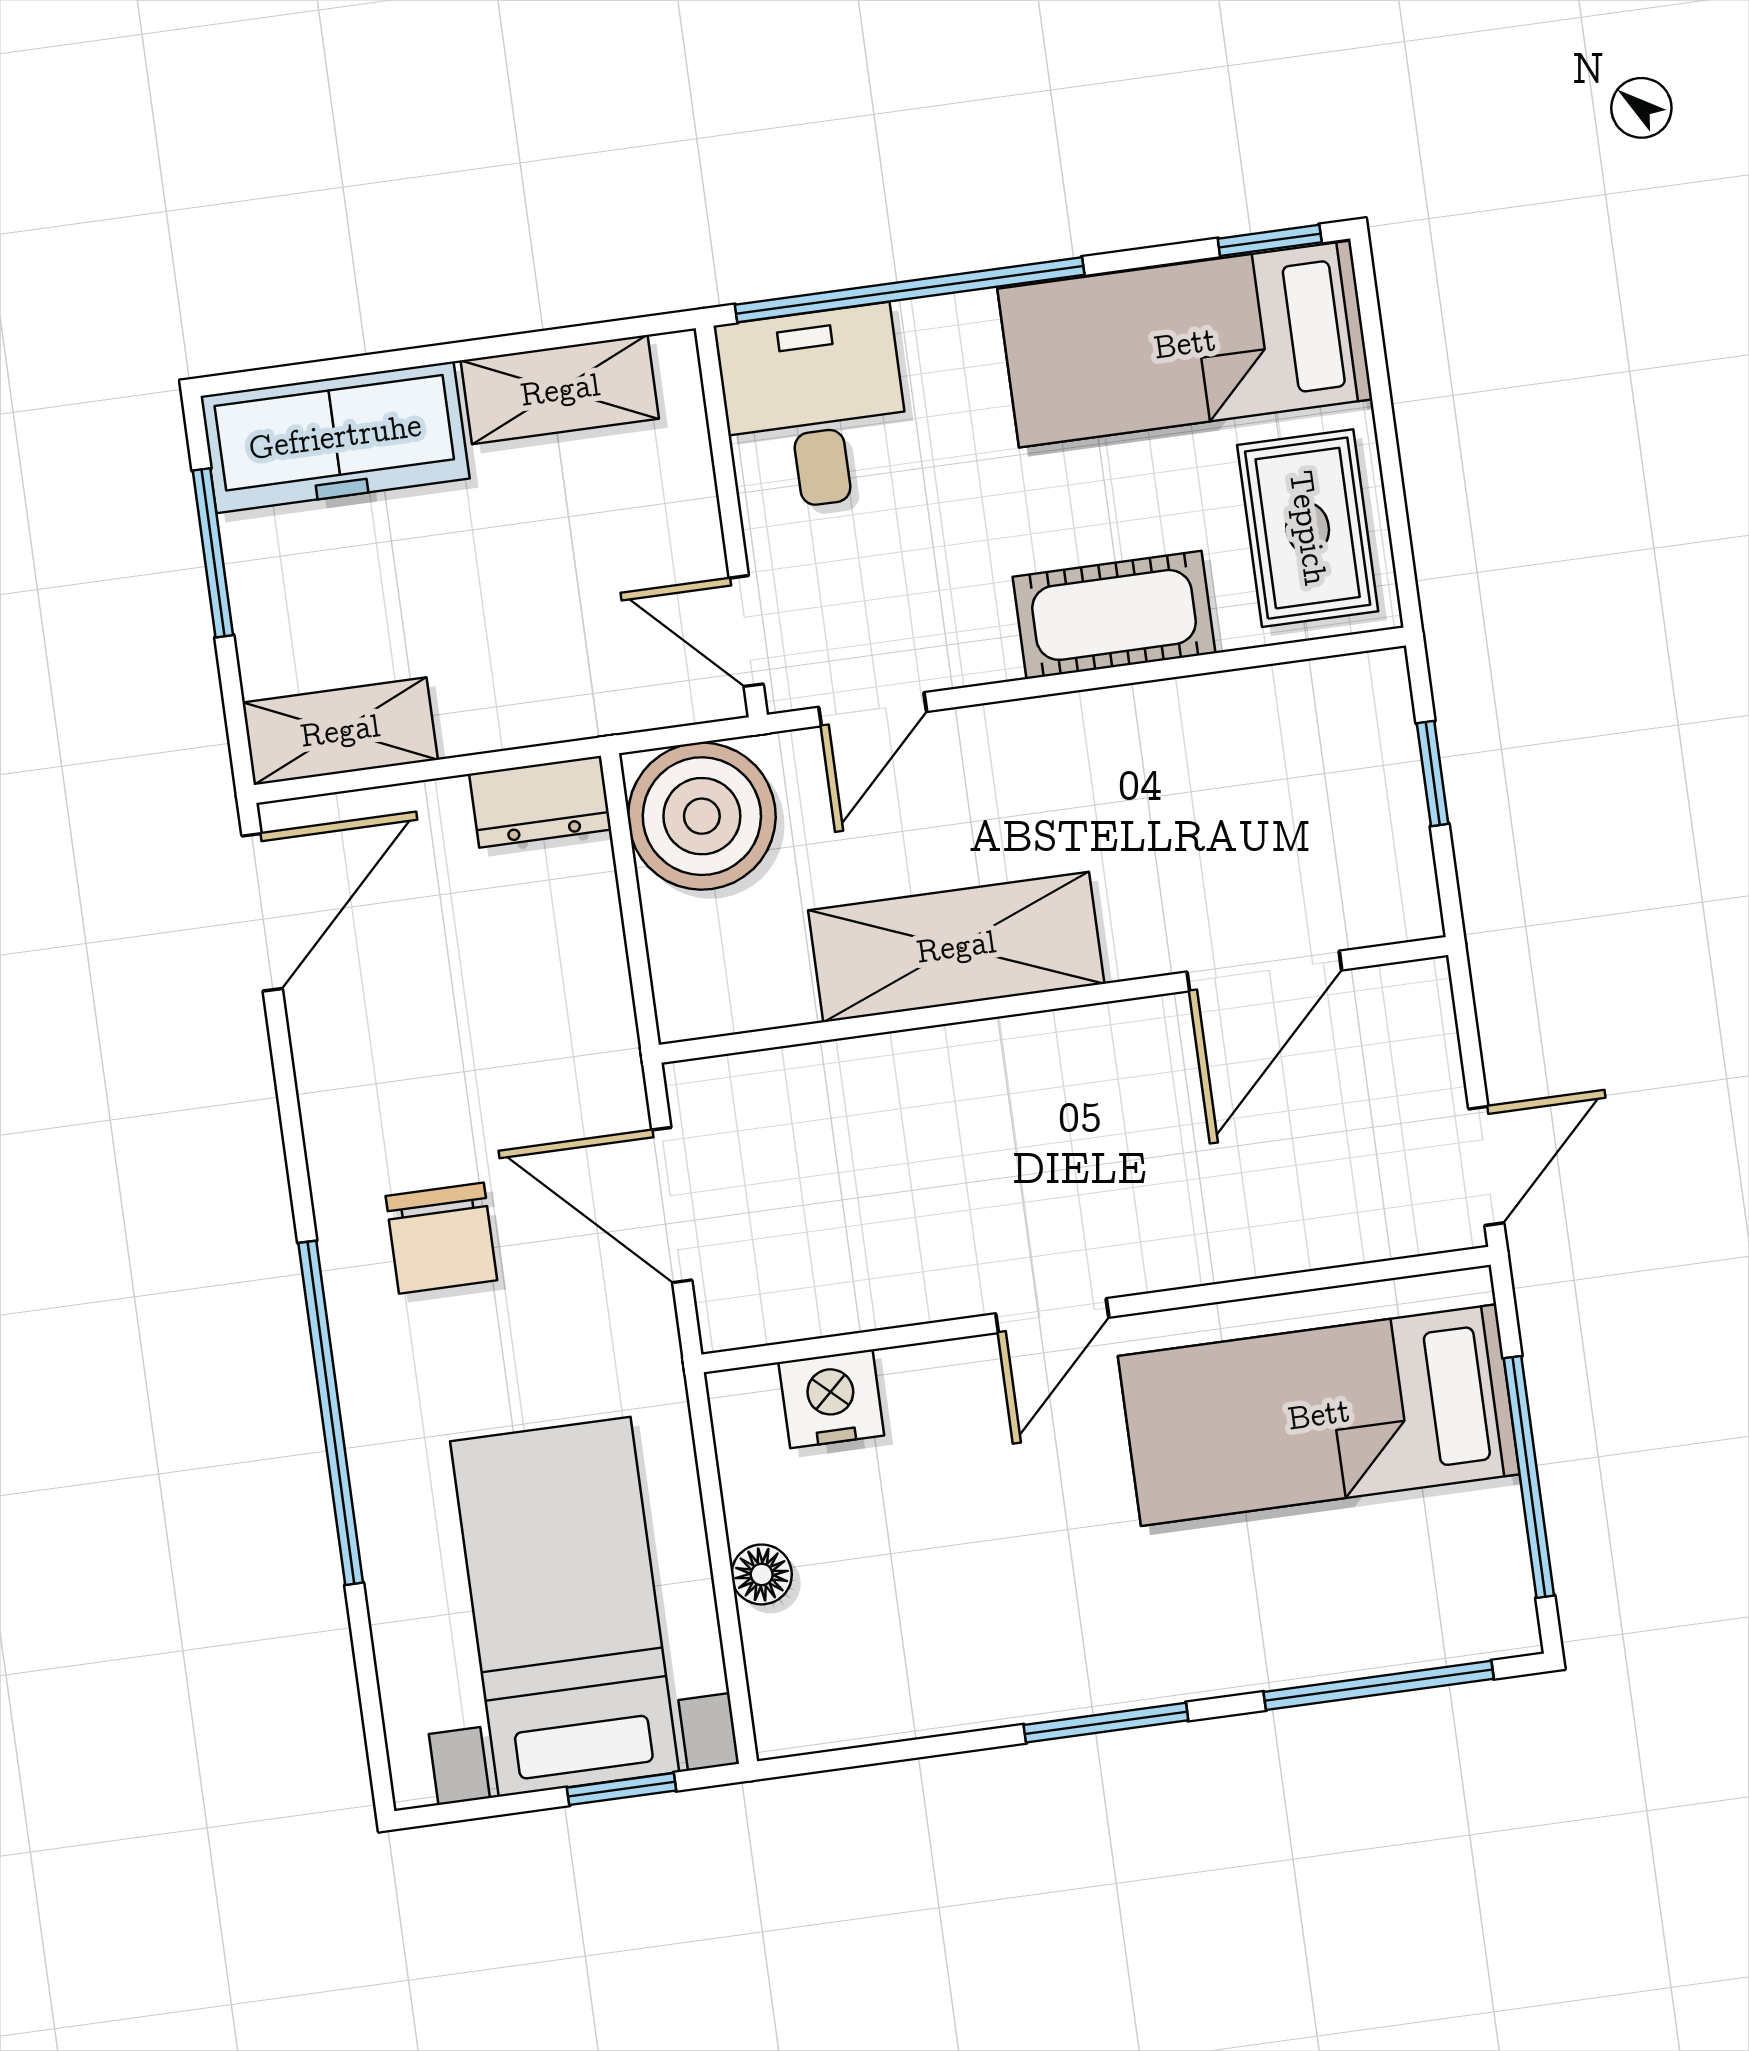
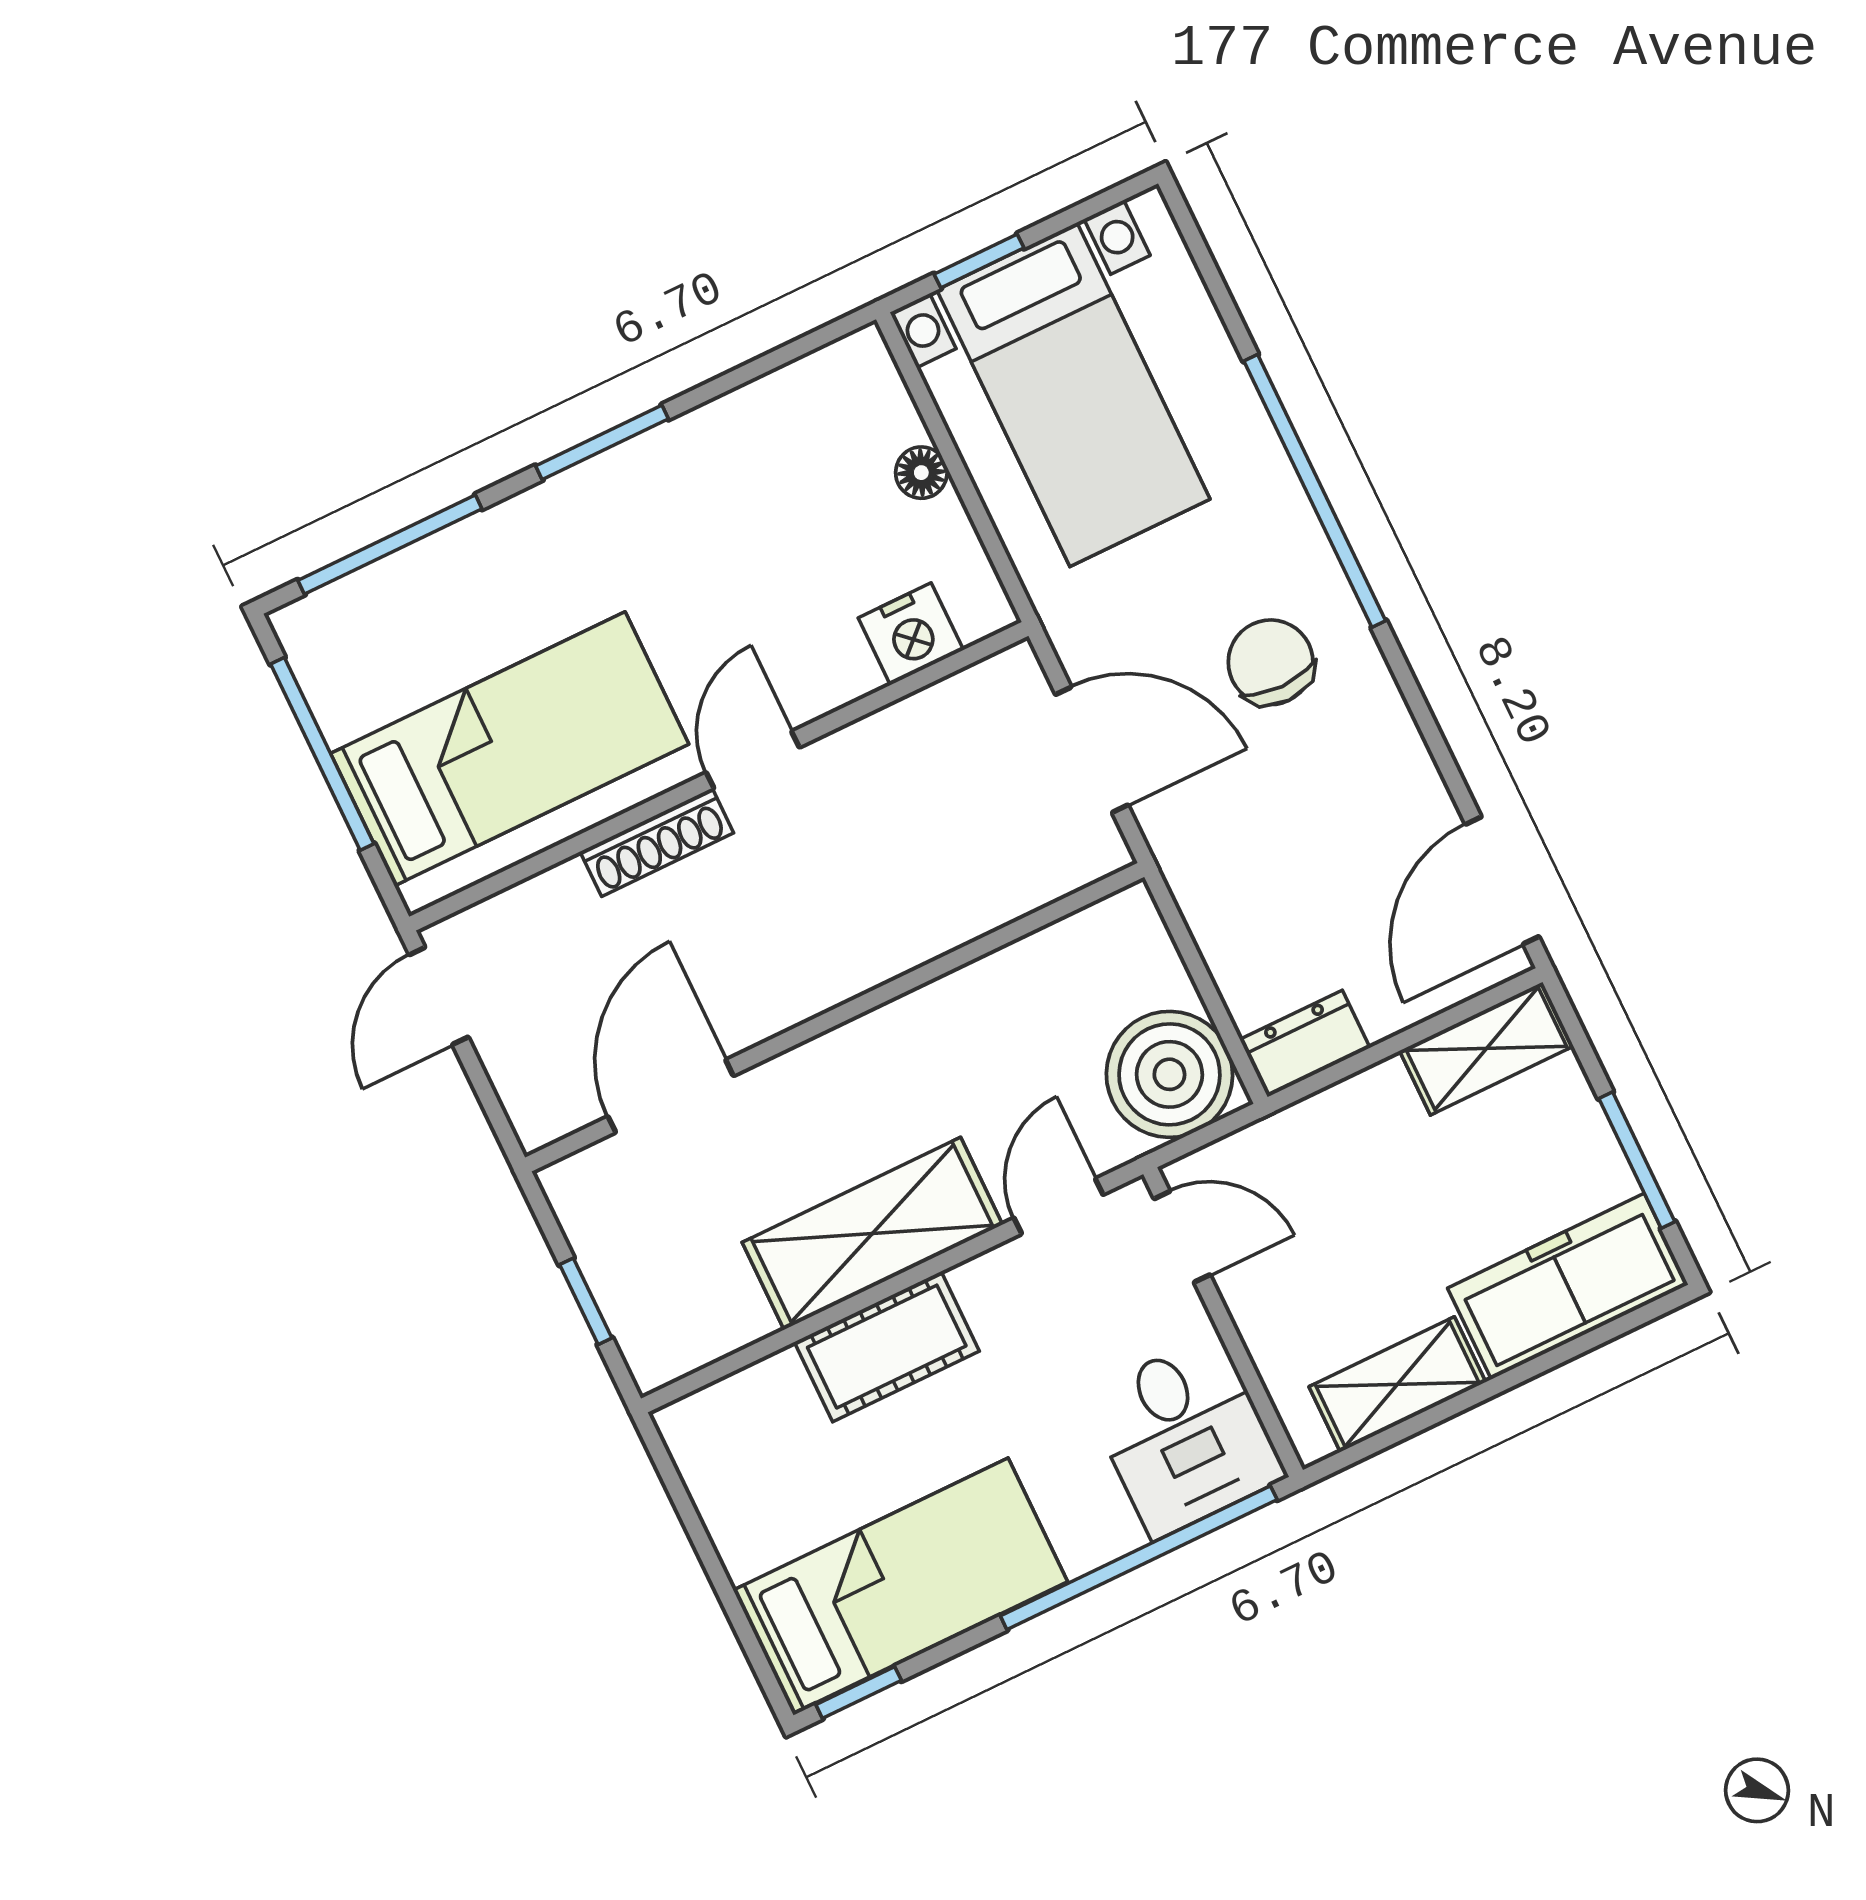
rug: (1308, 528) -> (752, 1468), removed
shelving: (956, 947) -> (872, 1233), moved
shoe rack: (1189, 1258) -> (657, 842), added

